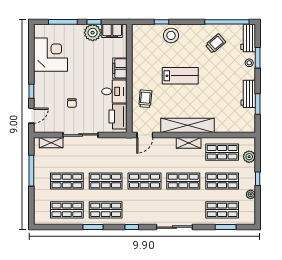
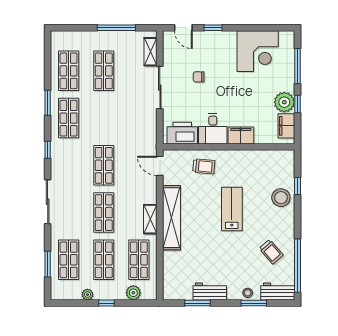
lab bench: (180, 76) -> (232, 209), turned 180
shop shelf: (106, 181) -> (104, 118), removed

